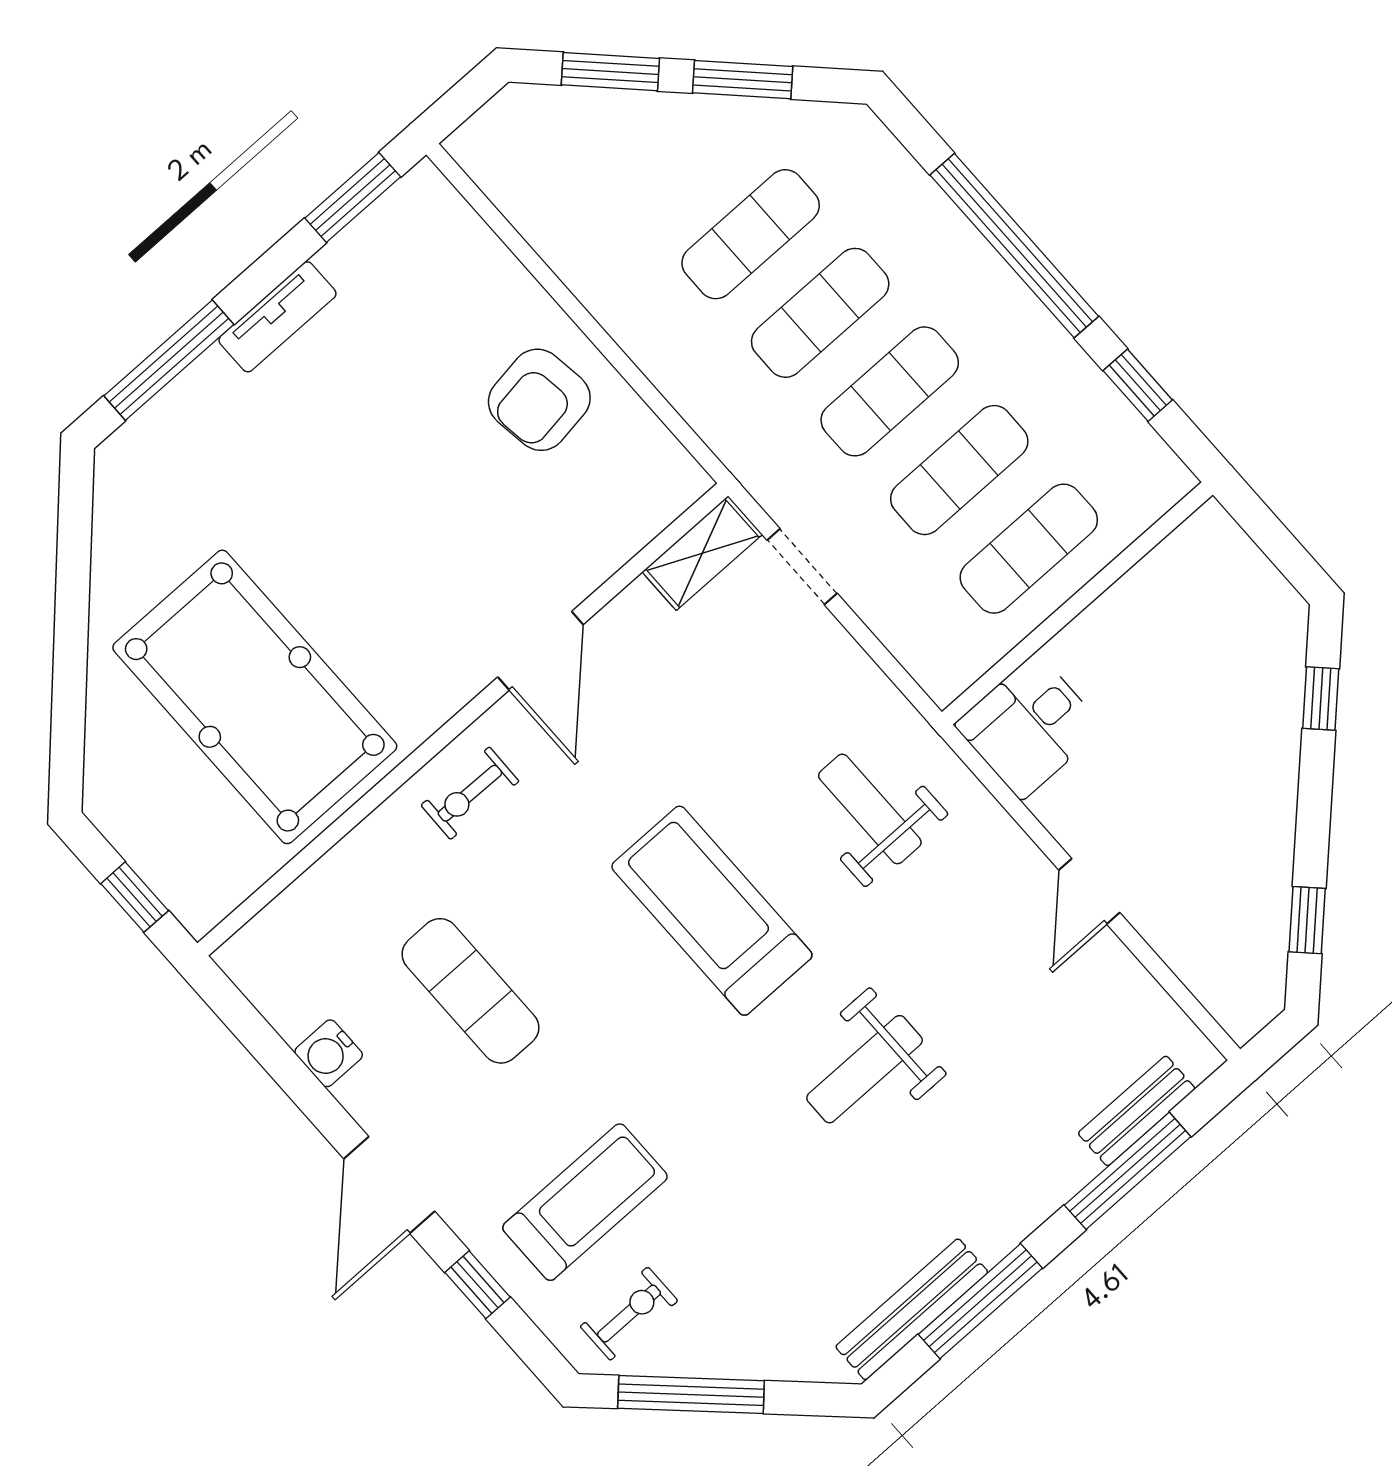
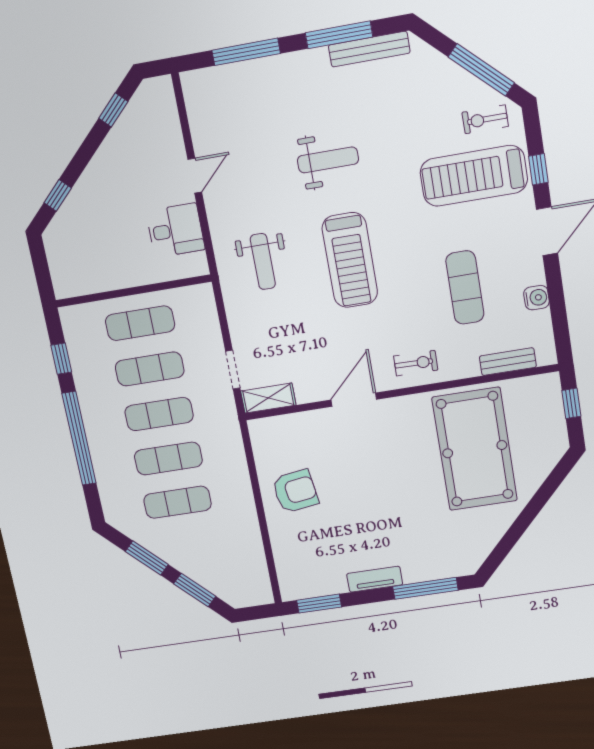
desk: (1029, 726) -> (175, 230), moved
bench: (1137, 1111) -> (508, 362), moved
treadmill: (585, 1202) -> (474, 176), width x1.37, depth x1.38

